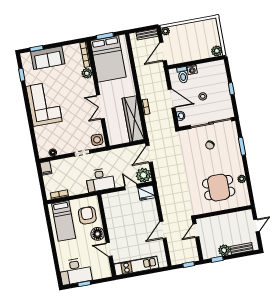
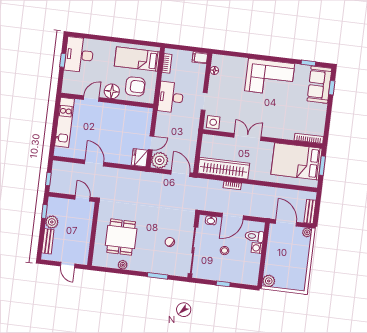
sofa: (48, 58) -> (319, 85), moved
plant: (87, 73) -> (288, 134), removed
desk: (100, 180) -> (171, 97), moved

